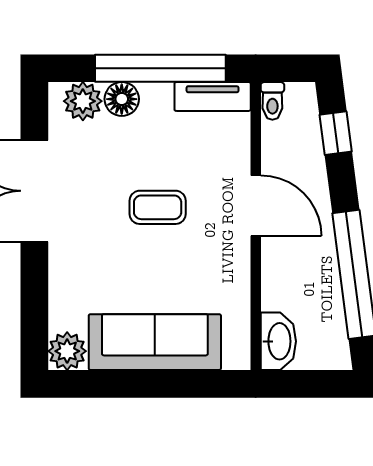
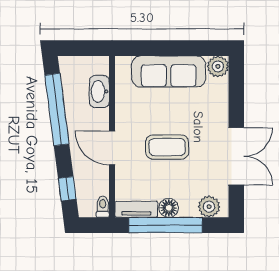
floor lamp: (122, 99) -> (169, 208), moved
coffee table: (158, 207) -> (167, 147), width x1.36, depth x1.30
washbasin: (278, 341) -> (99, 92), moved

